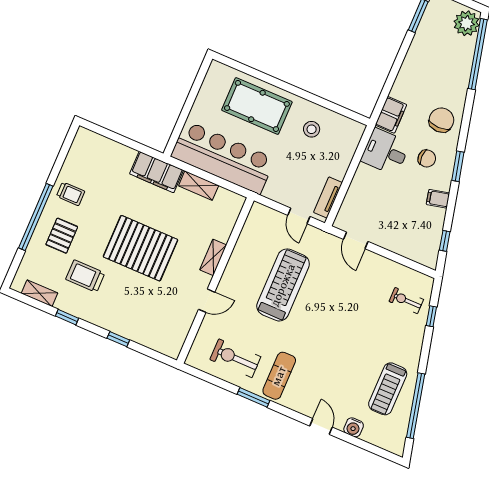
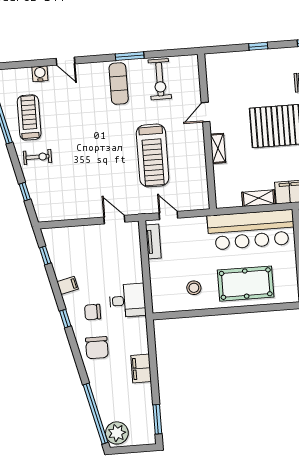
filing cabinet: (391, 115) -> (141, 369), moved
window: (458, 166) -> (65, 319), width x0.67
exercise bike: (406, 300) -> (38, 157), moved
exercise bike: (235, 358) -> (160, 79), turned 90

